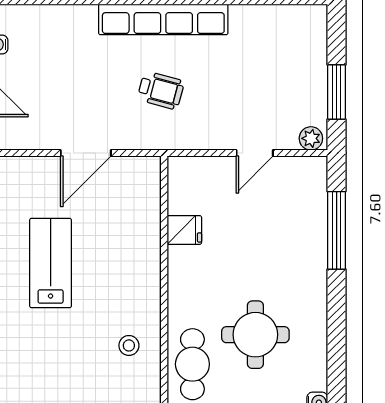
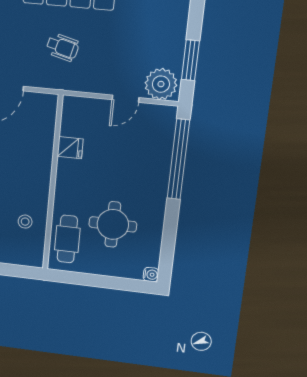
plant: (311, 138) -> (161, 84), width x1.88, depth x1.88
window: (337, 230) -> (178, 159), width x1.46

